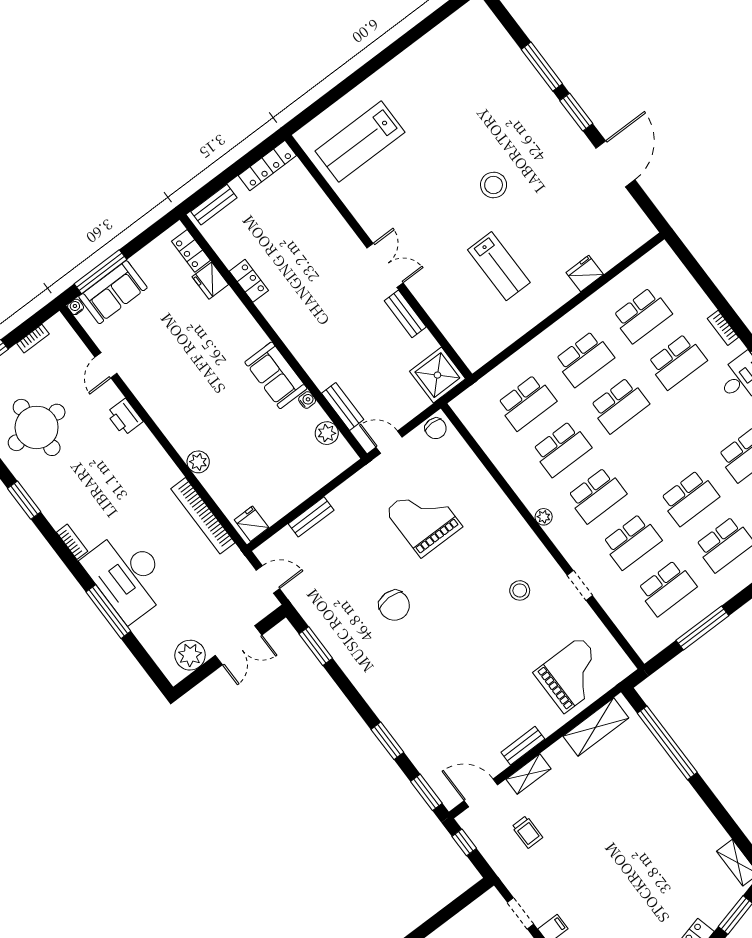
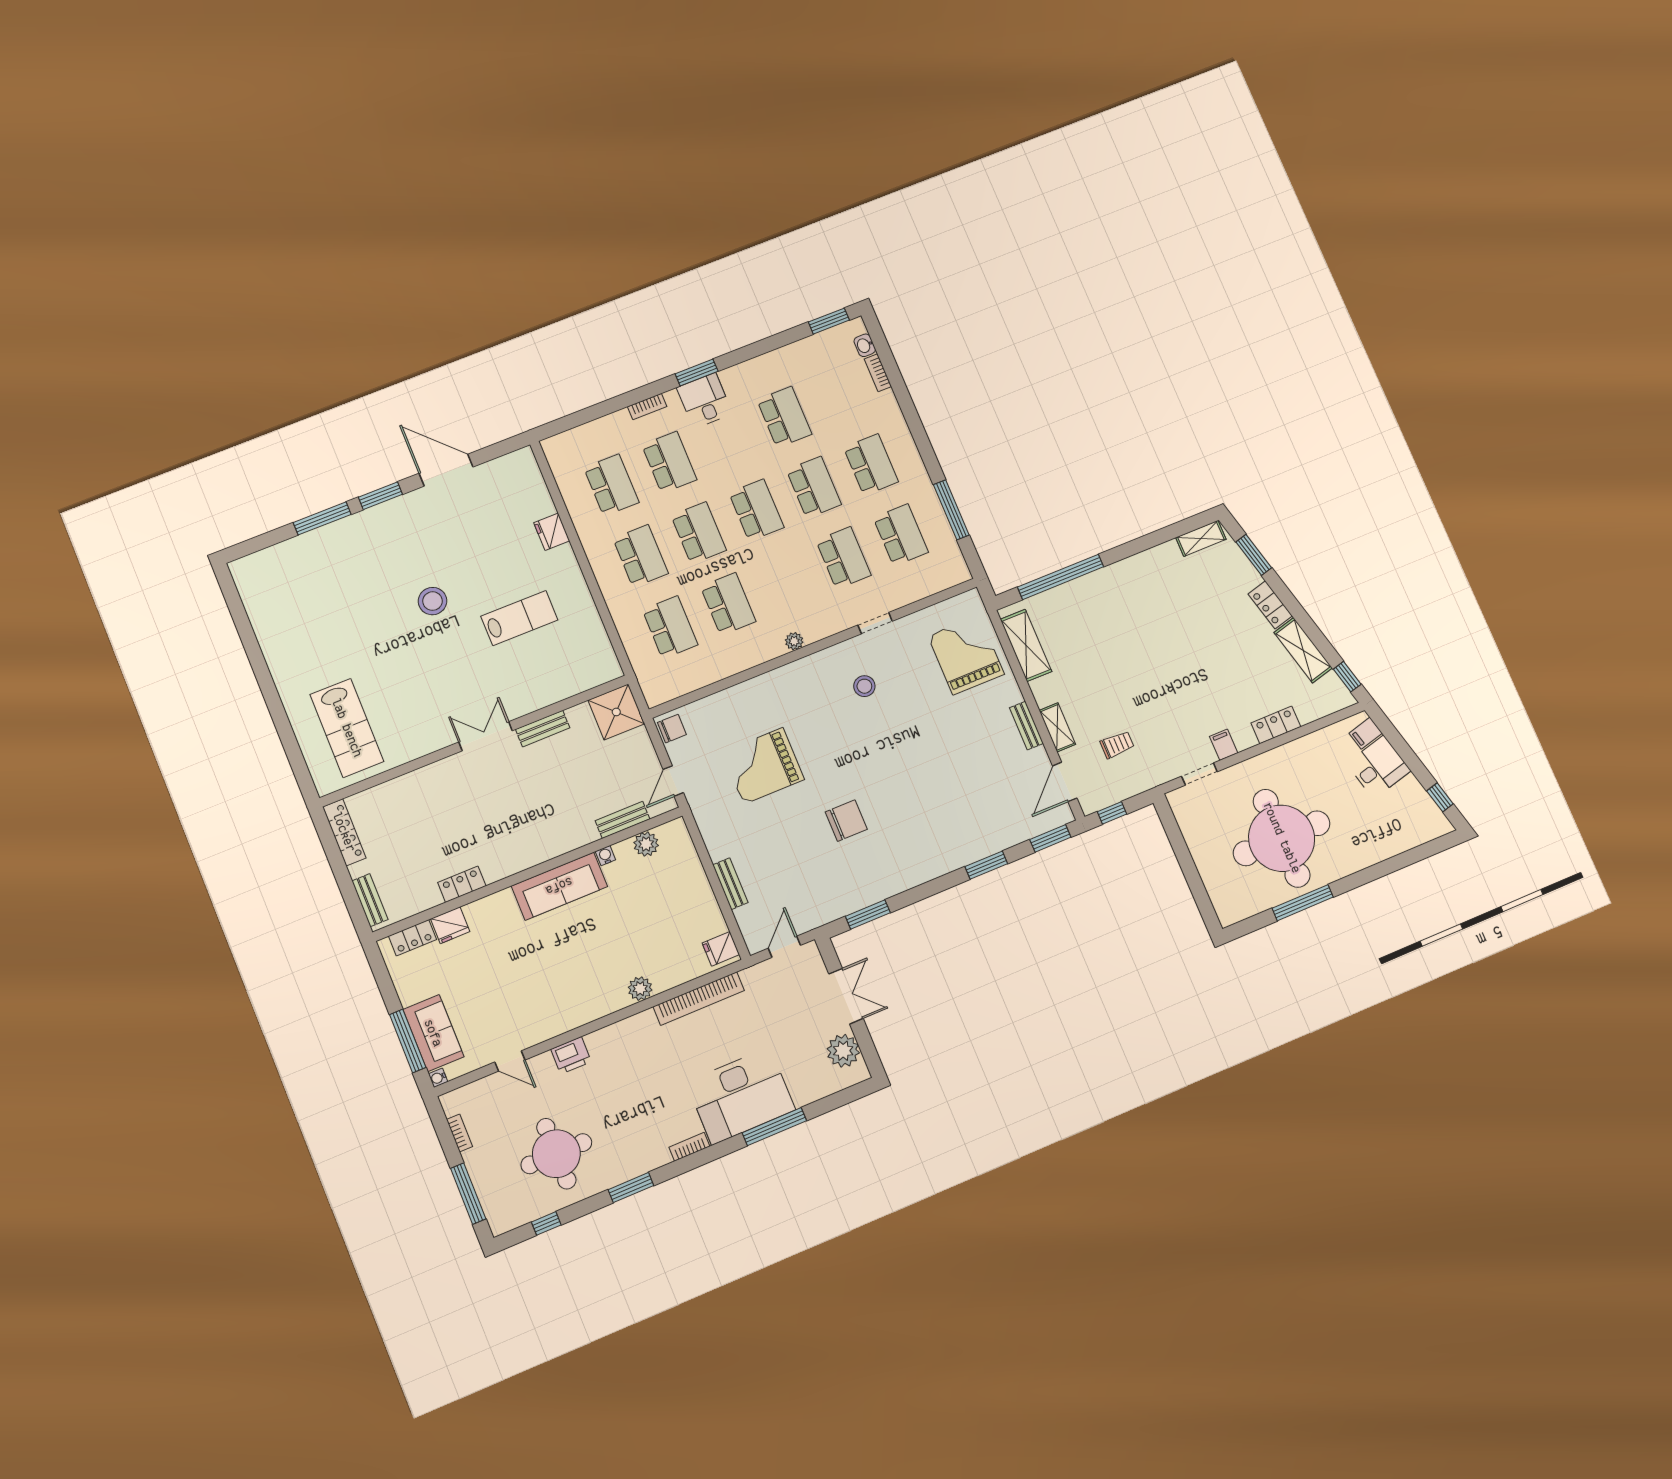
sofa: (276, 375) -> (559, 886), width x1.36
school desk: (597, 495) -> (756, 510), moved

